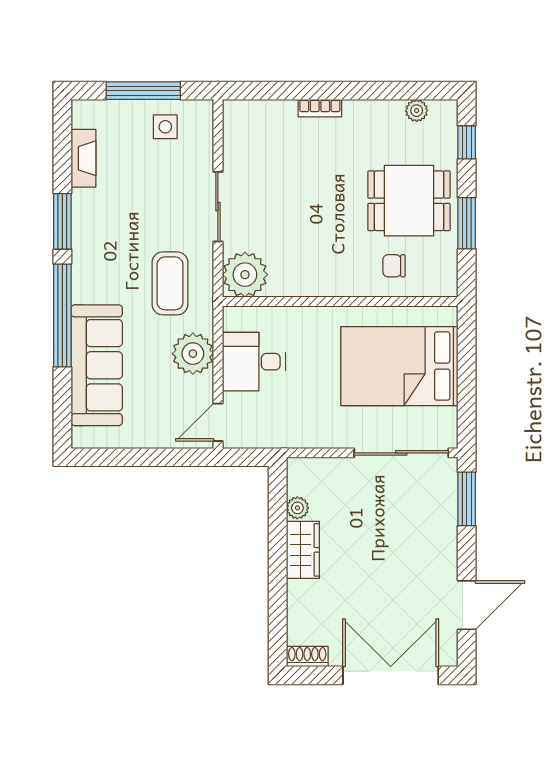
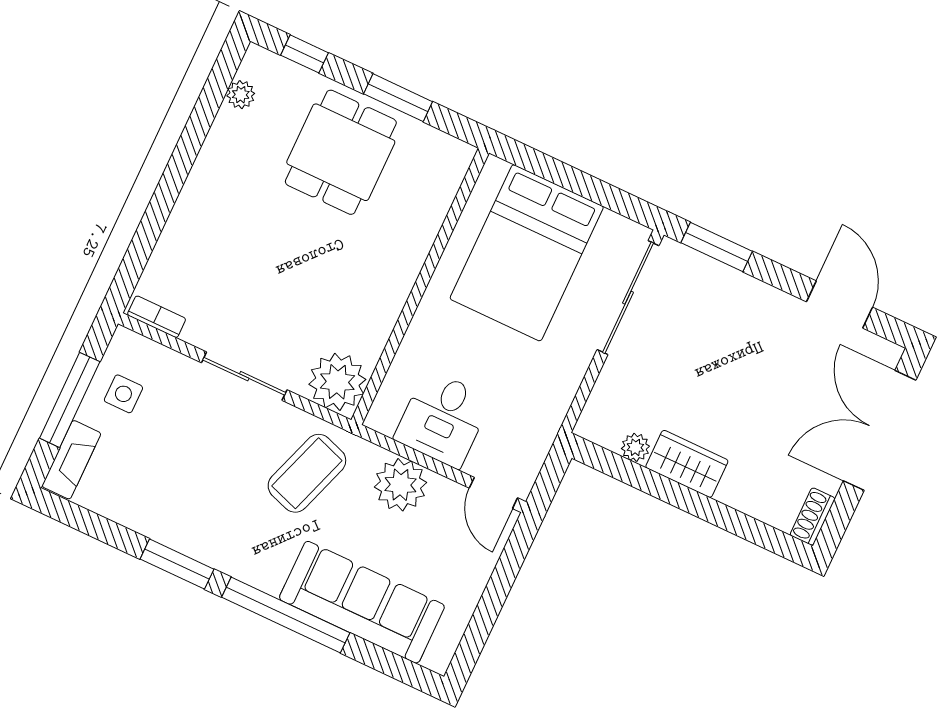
bookcase: (320, 108) -> (157, 317), moved, turned -90
fireplace: (83, 158) -> (71, 460), moved, turned 90
chair: (394, 266) -> (408, 205), removed
coffee table: (170, 283) -> (307, 473), turned -71

